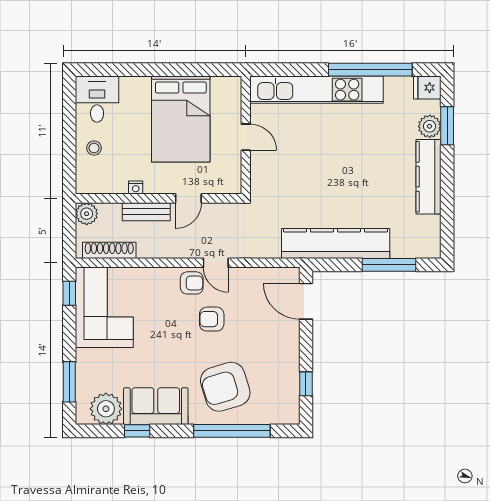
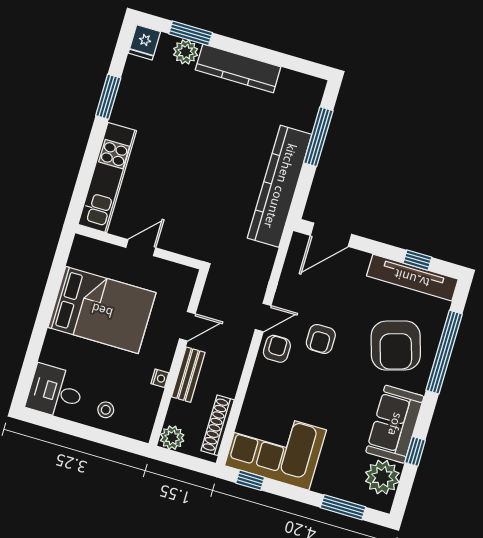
window: (370, 70) -> (108, 97), width x0.47
kitchen unit: (316, 90) -> (107, 178), width x0.73
door: (188, 198) -> (187, 326), hinge flipped
tv unit: (289, 384) -> (412, 278), added

